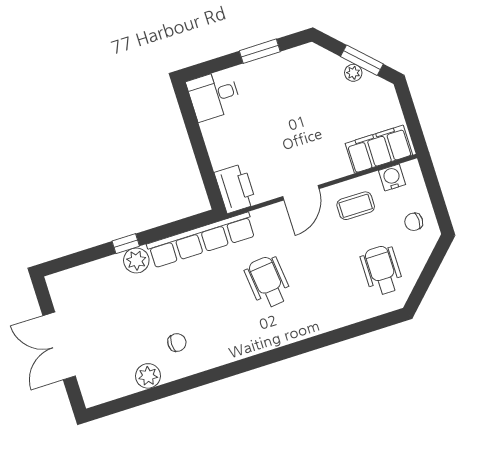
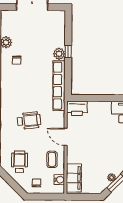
wheelchair: (382, 270) -> (19, 162), turned -90
wheelchair: (268, 282) -> (29, 120), moved

